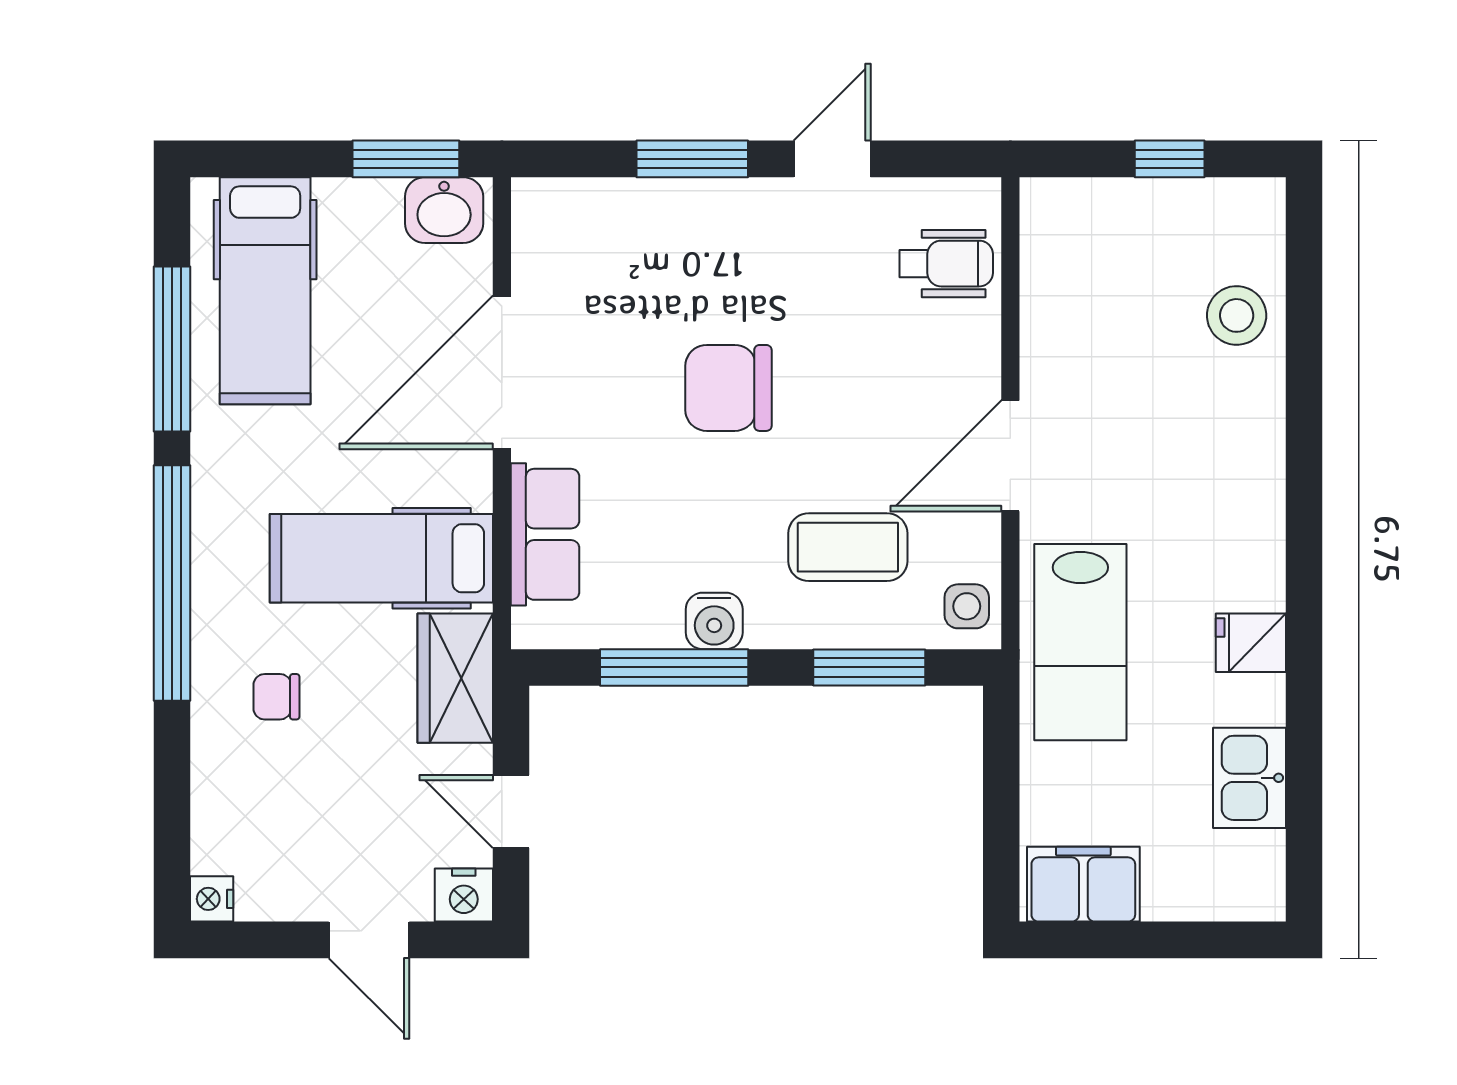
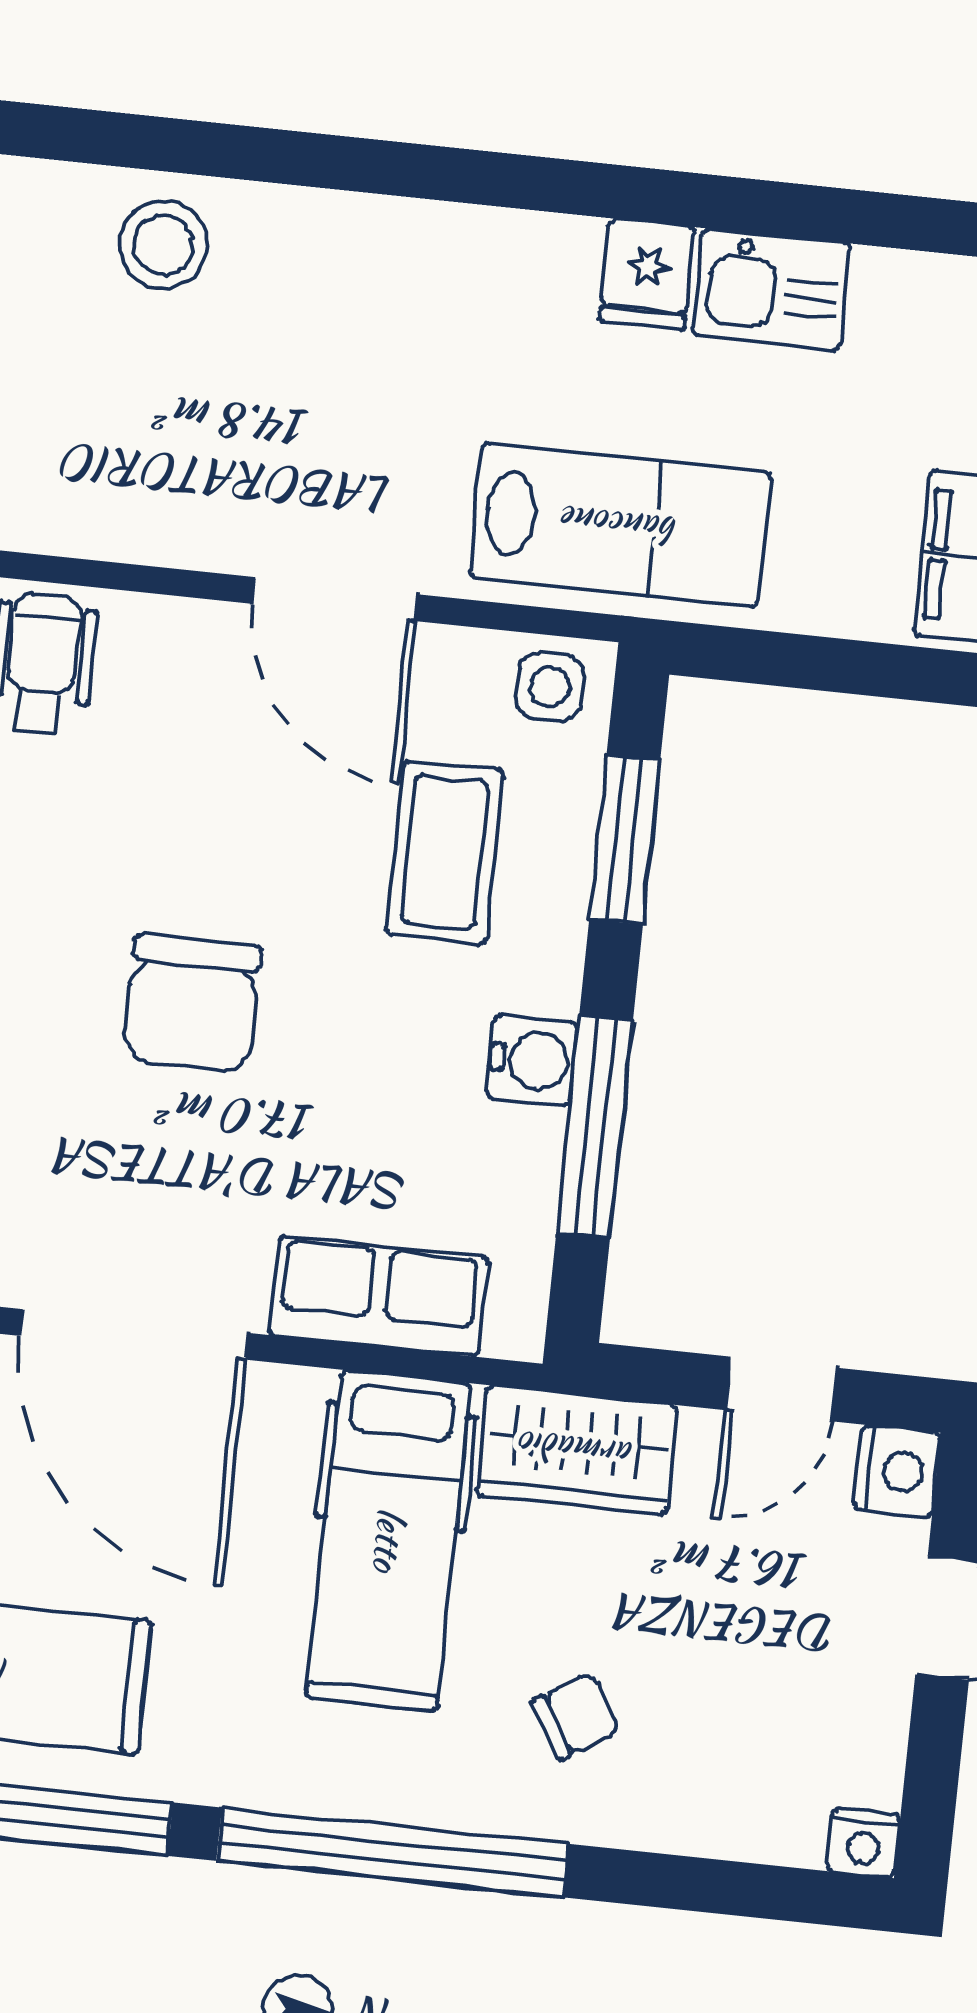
chair: (276, 697) -> (576, 1716), turned -121
kitchen sink: (1249, 778) -> (771, 289), moved

